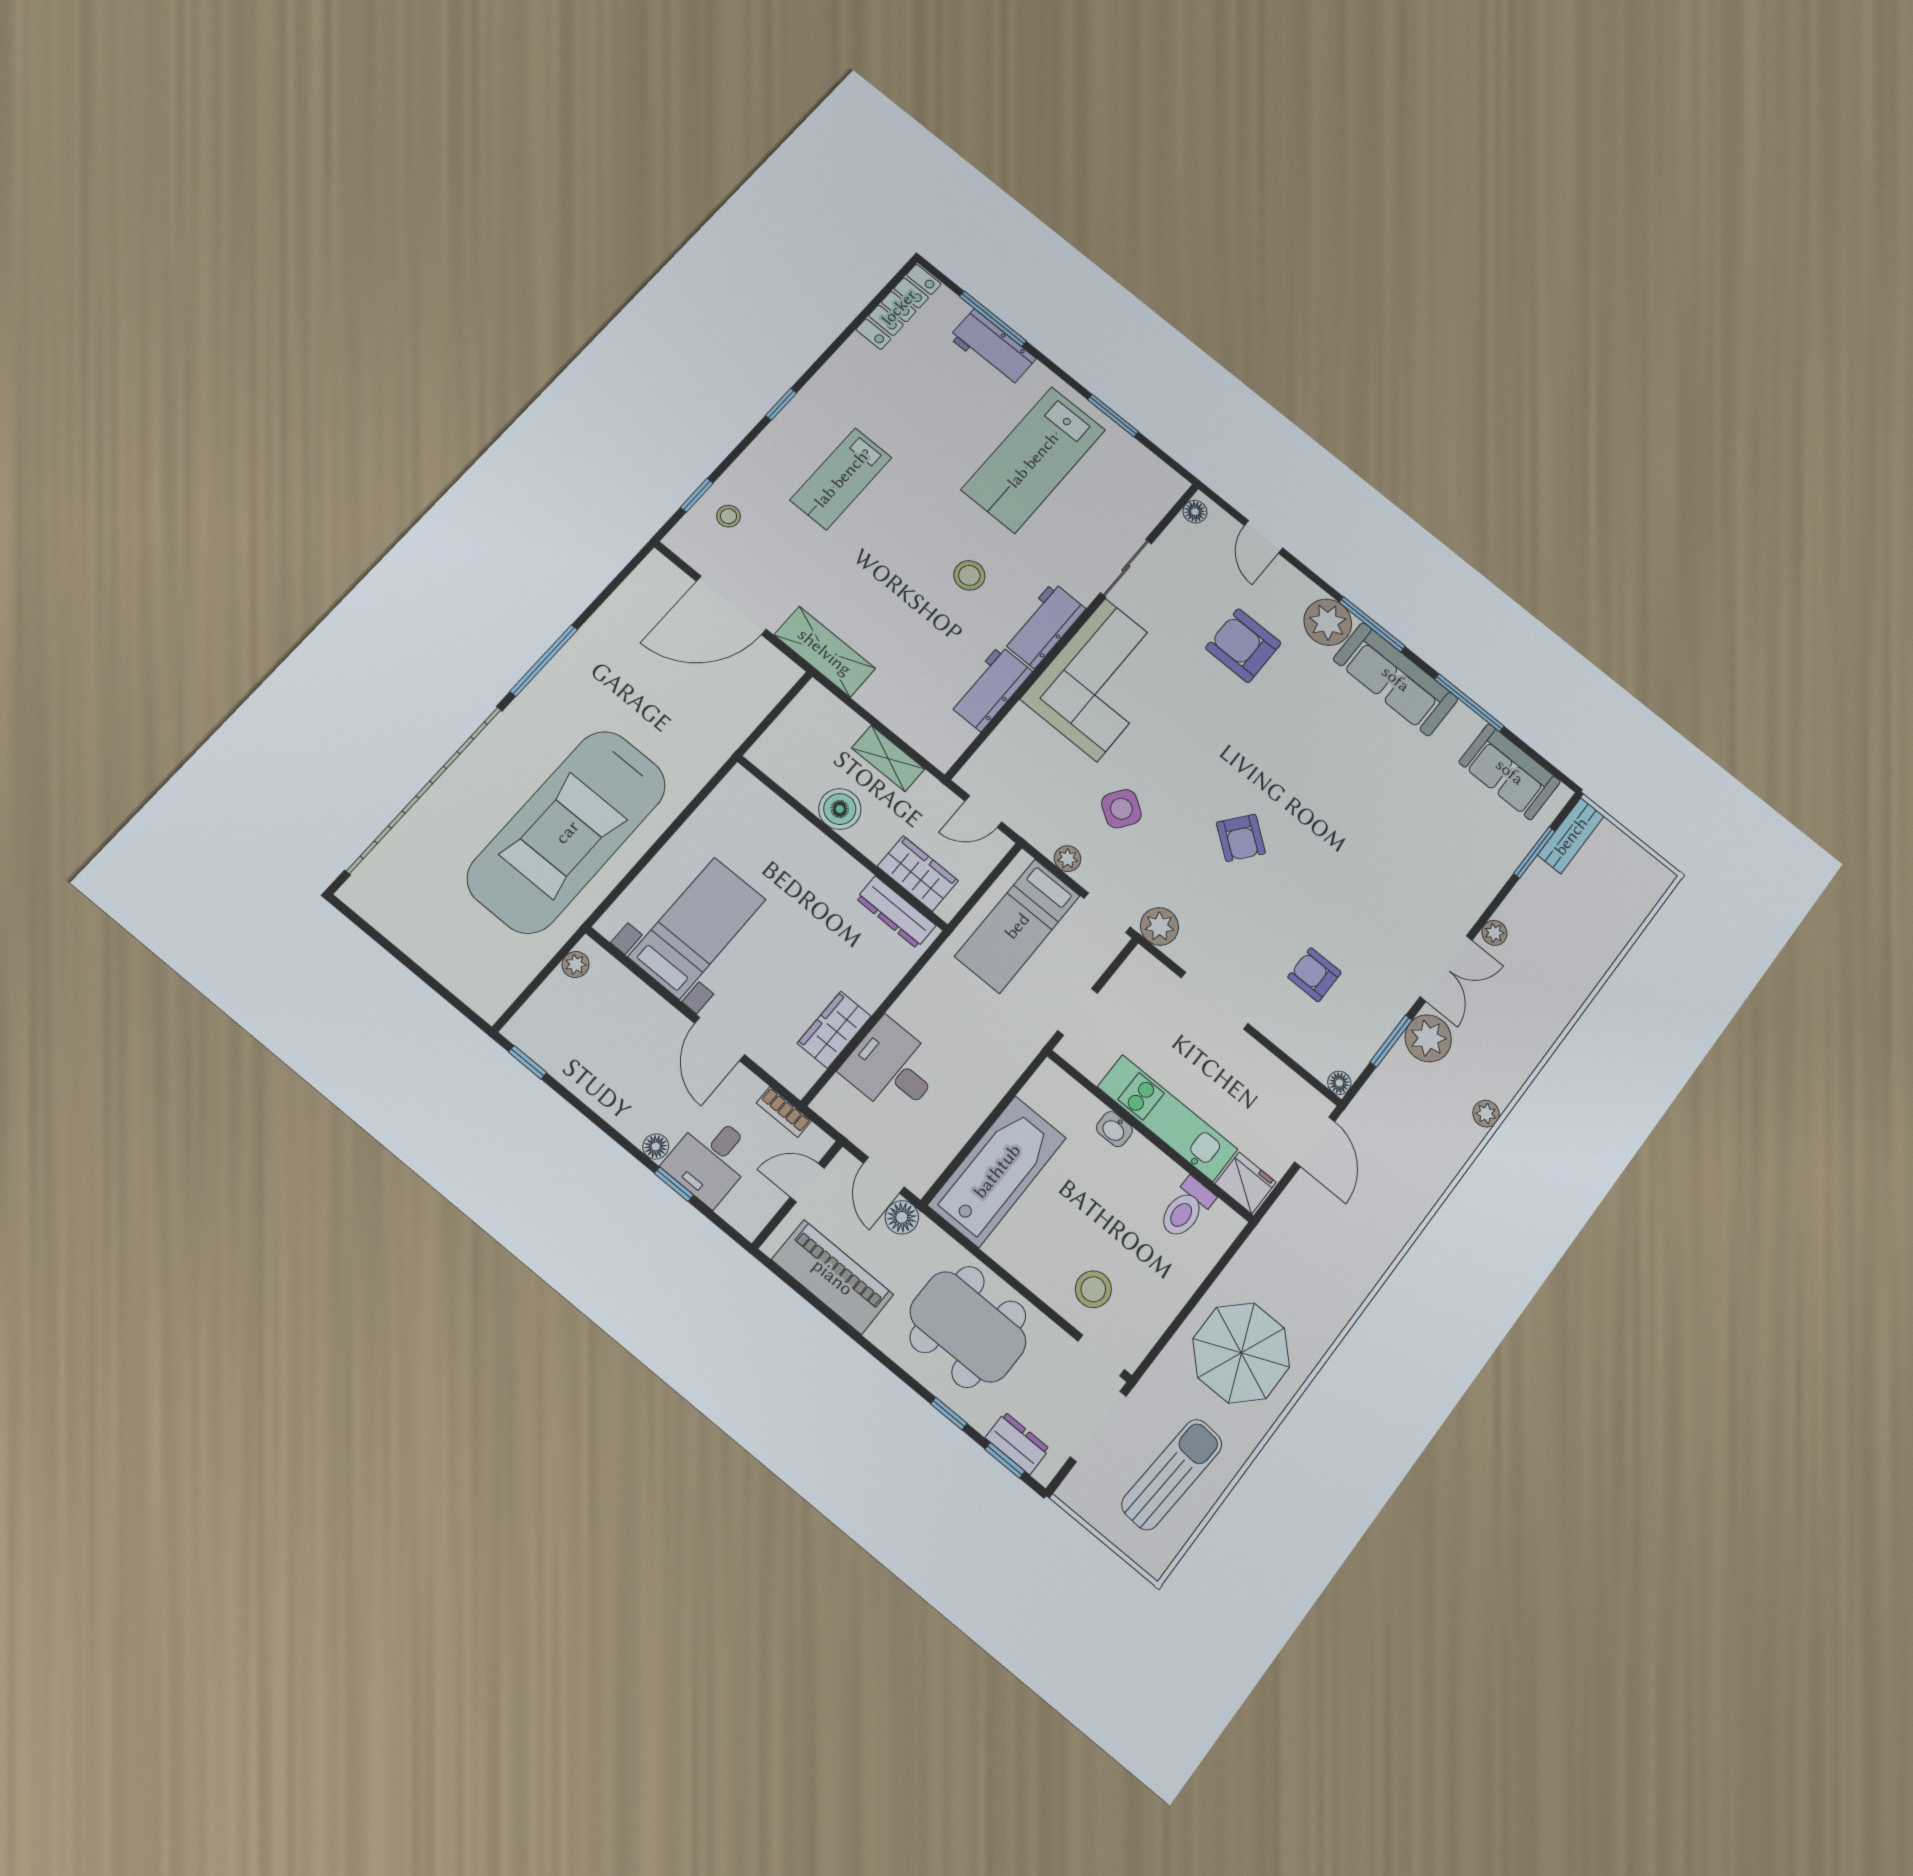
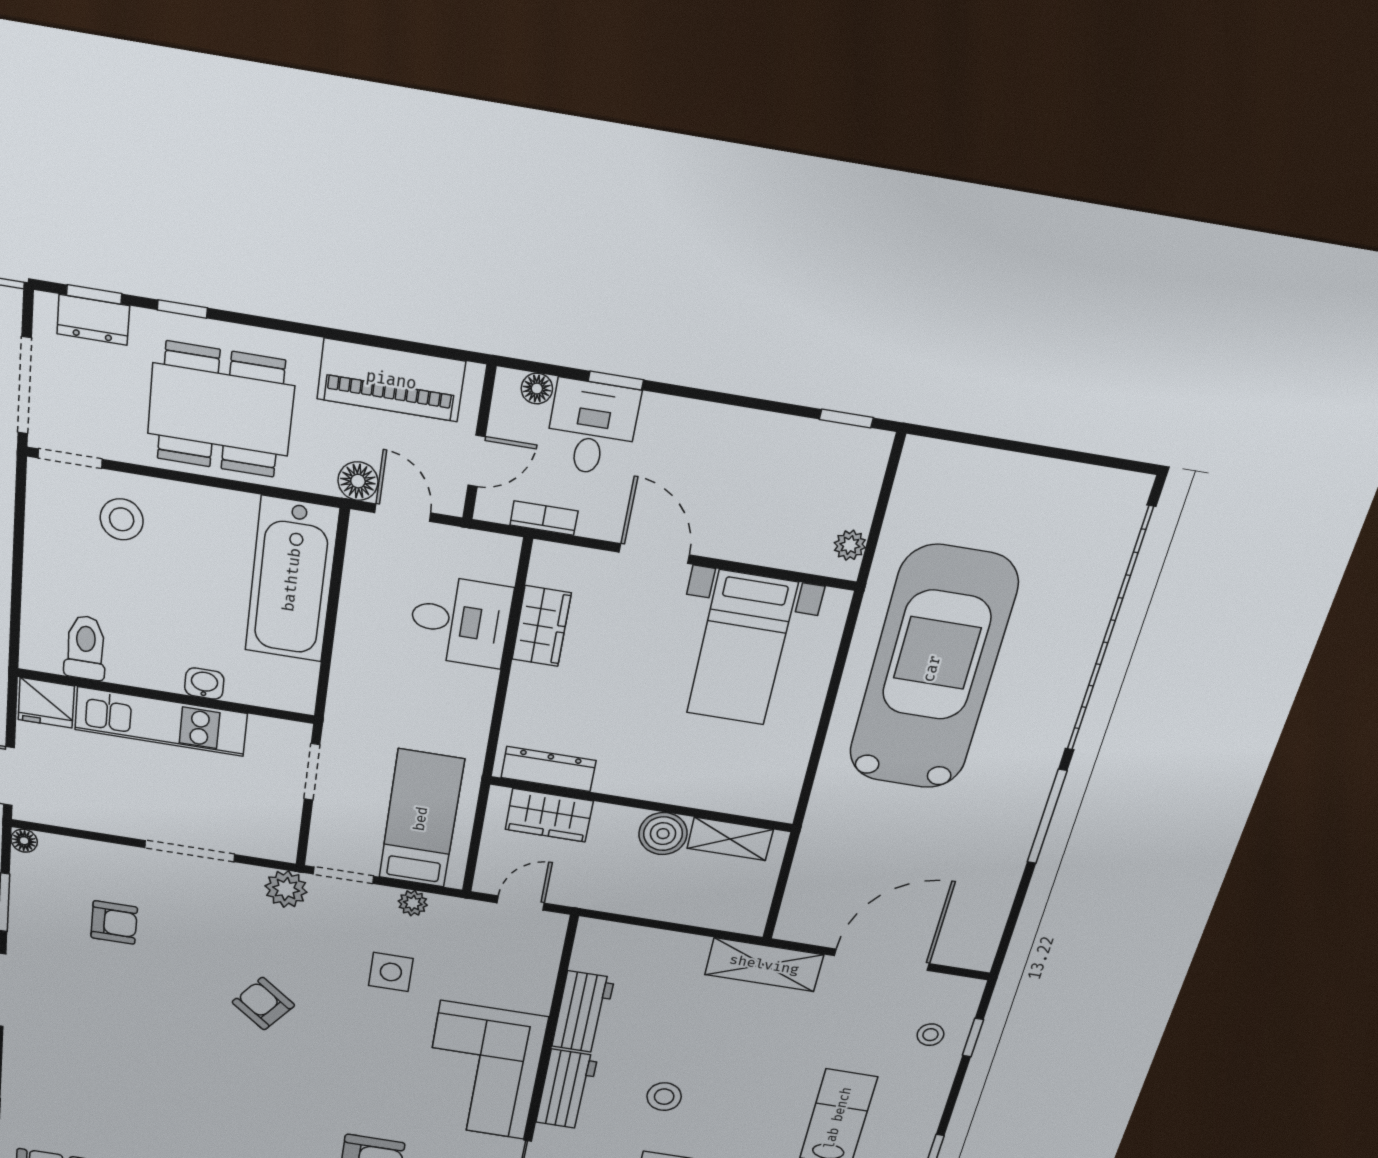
shelving: (888, 758) -> (730, 839), moved
side table: (1121, 809) -> (391, 972), turned -34
floor lamp: (656, 1147) -> (537, 389), moved

